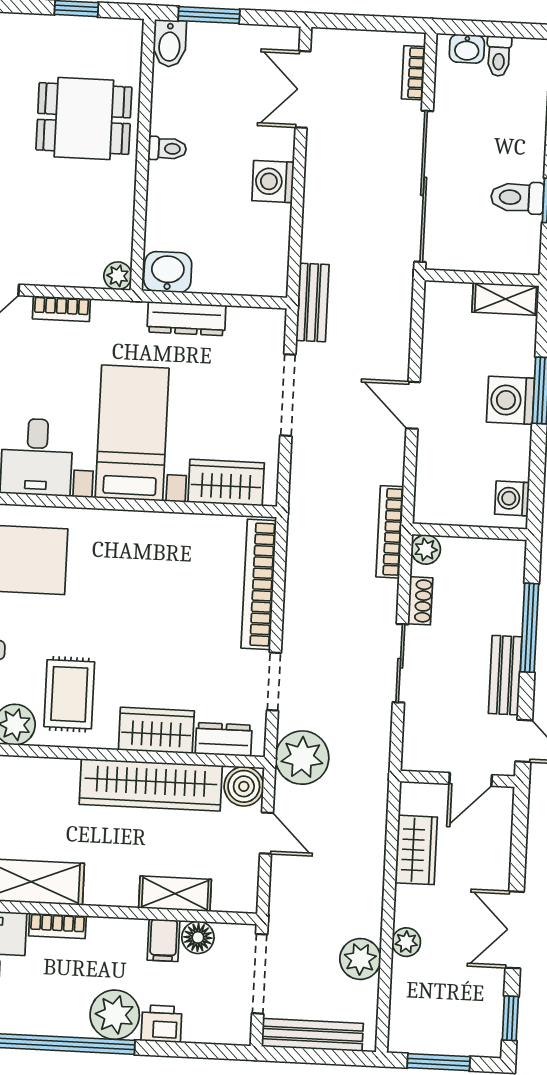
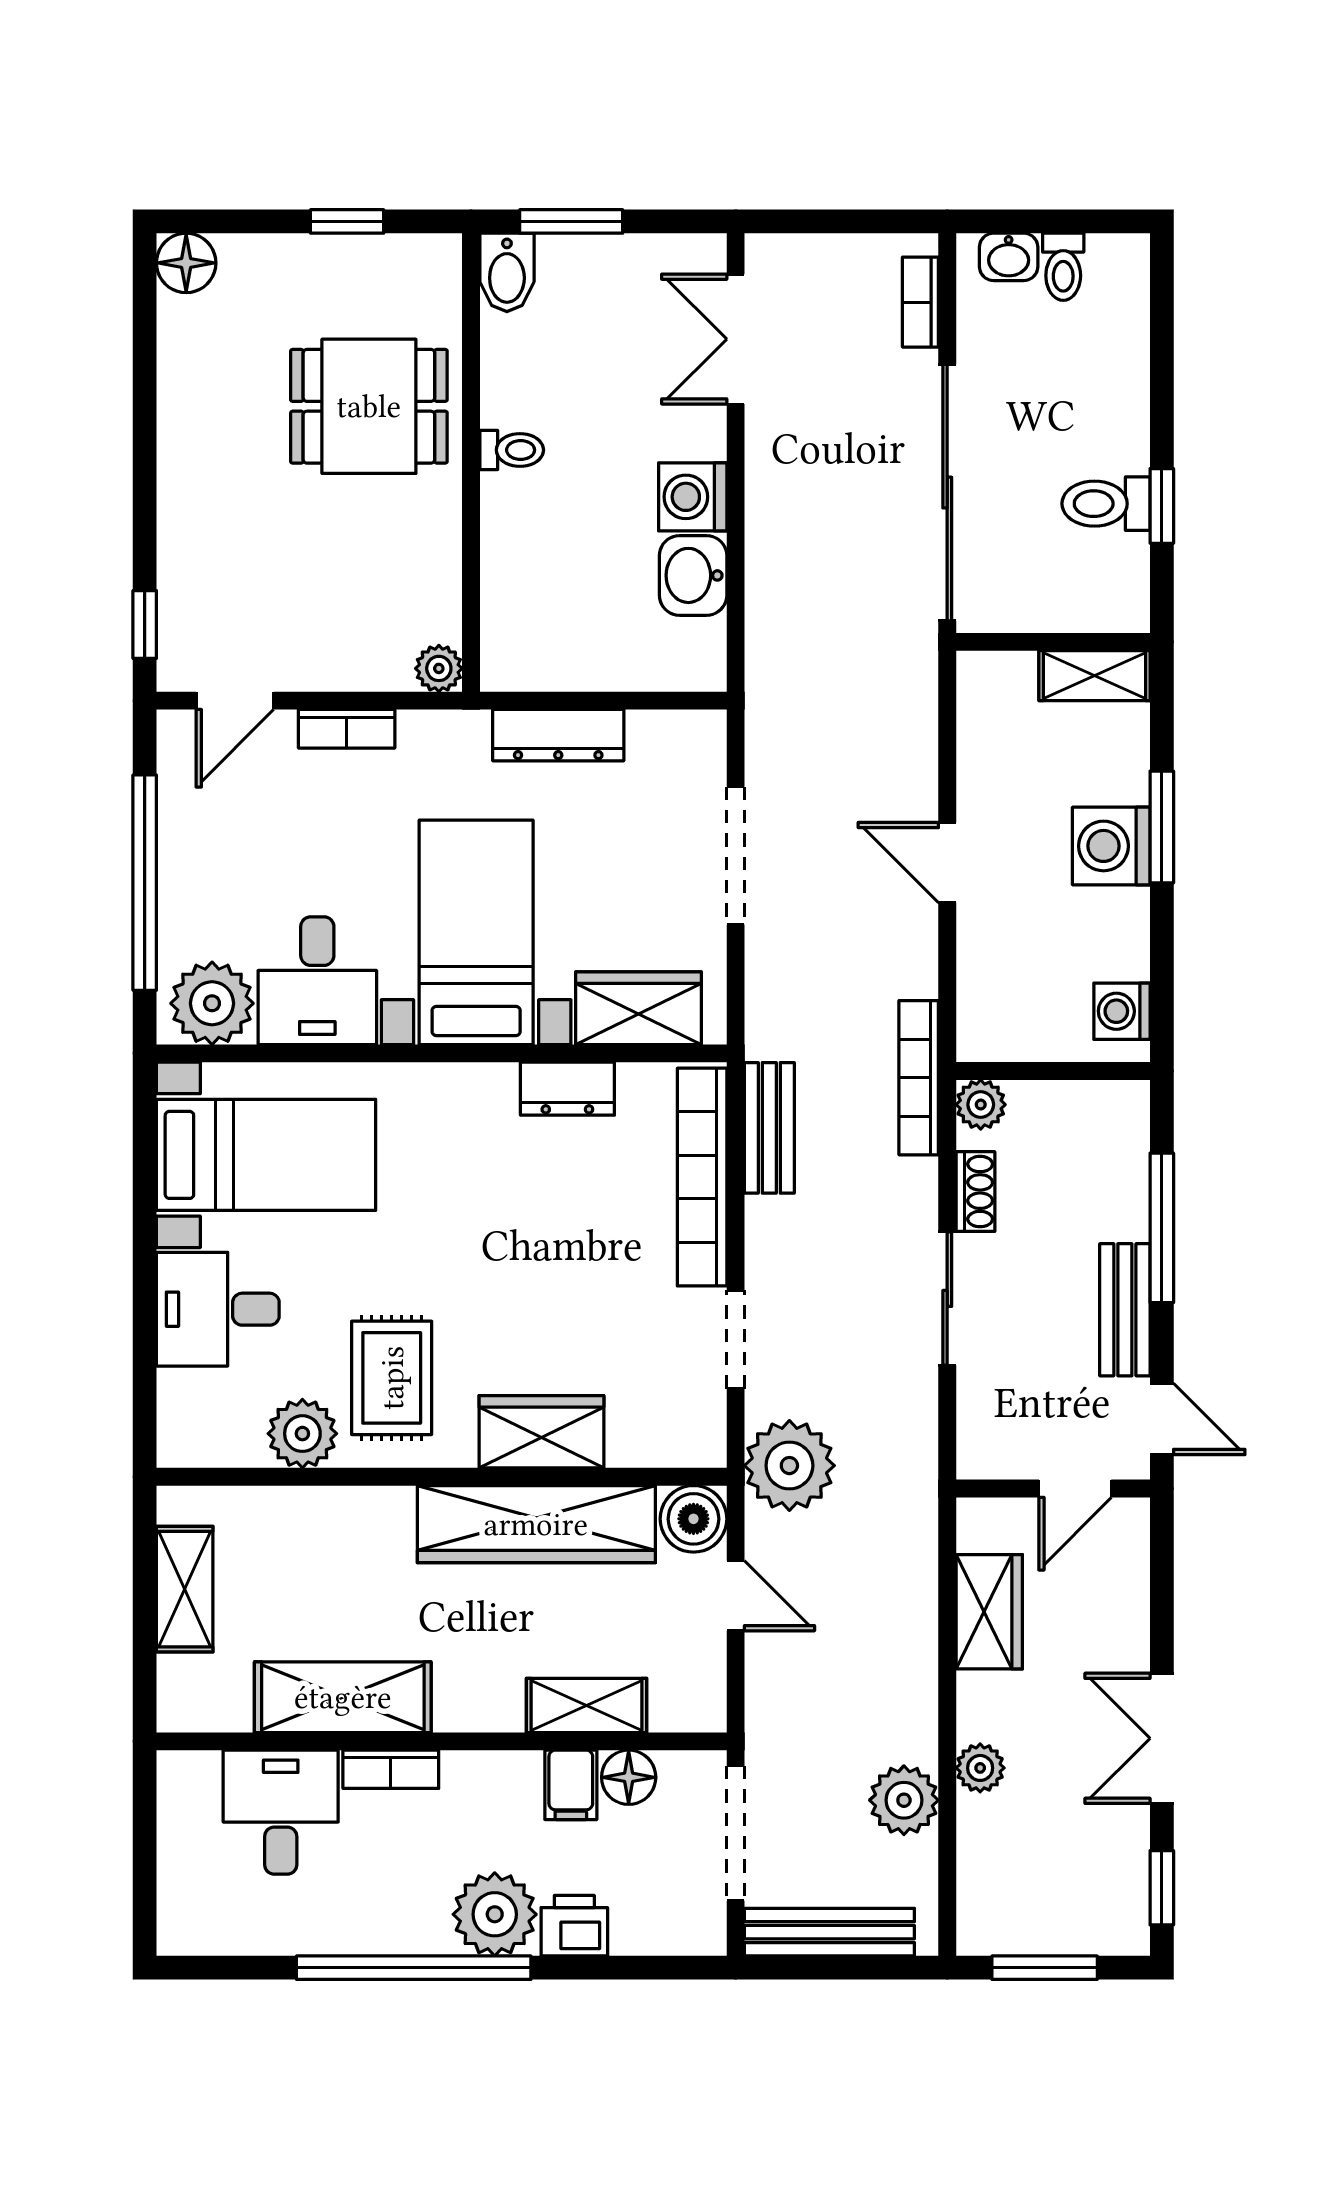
washbasin: (168, 272) -> (693, 575), moved, turned -90
bench: (312, 302) -> (769, 1128), moved
dresser: (224, 740) -> (567, 1089), moved, turned 180

